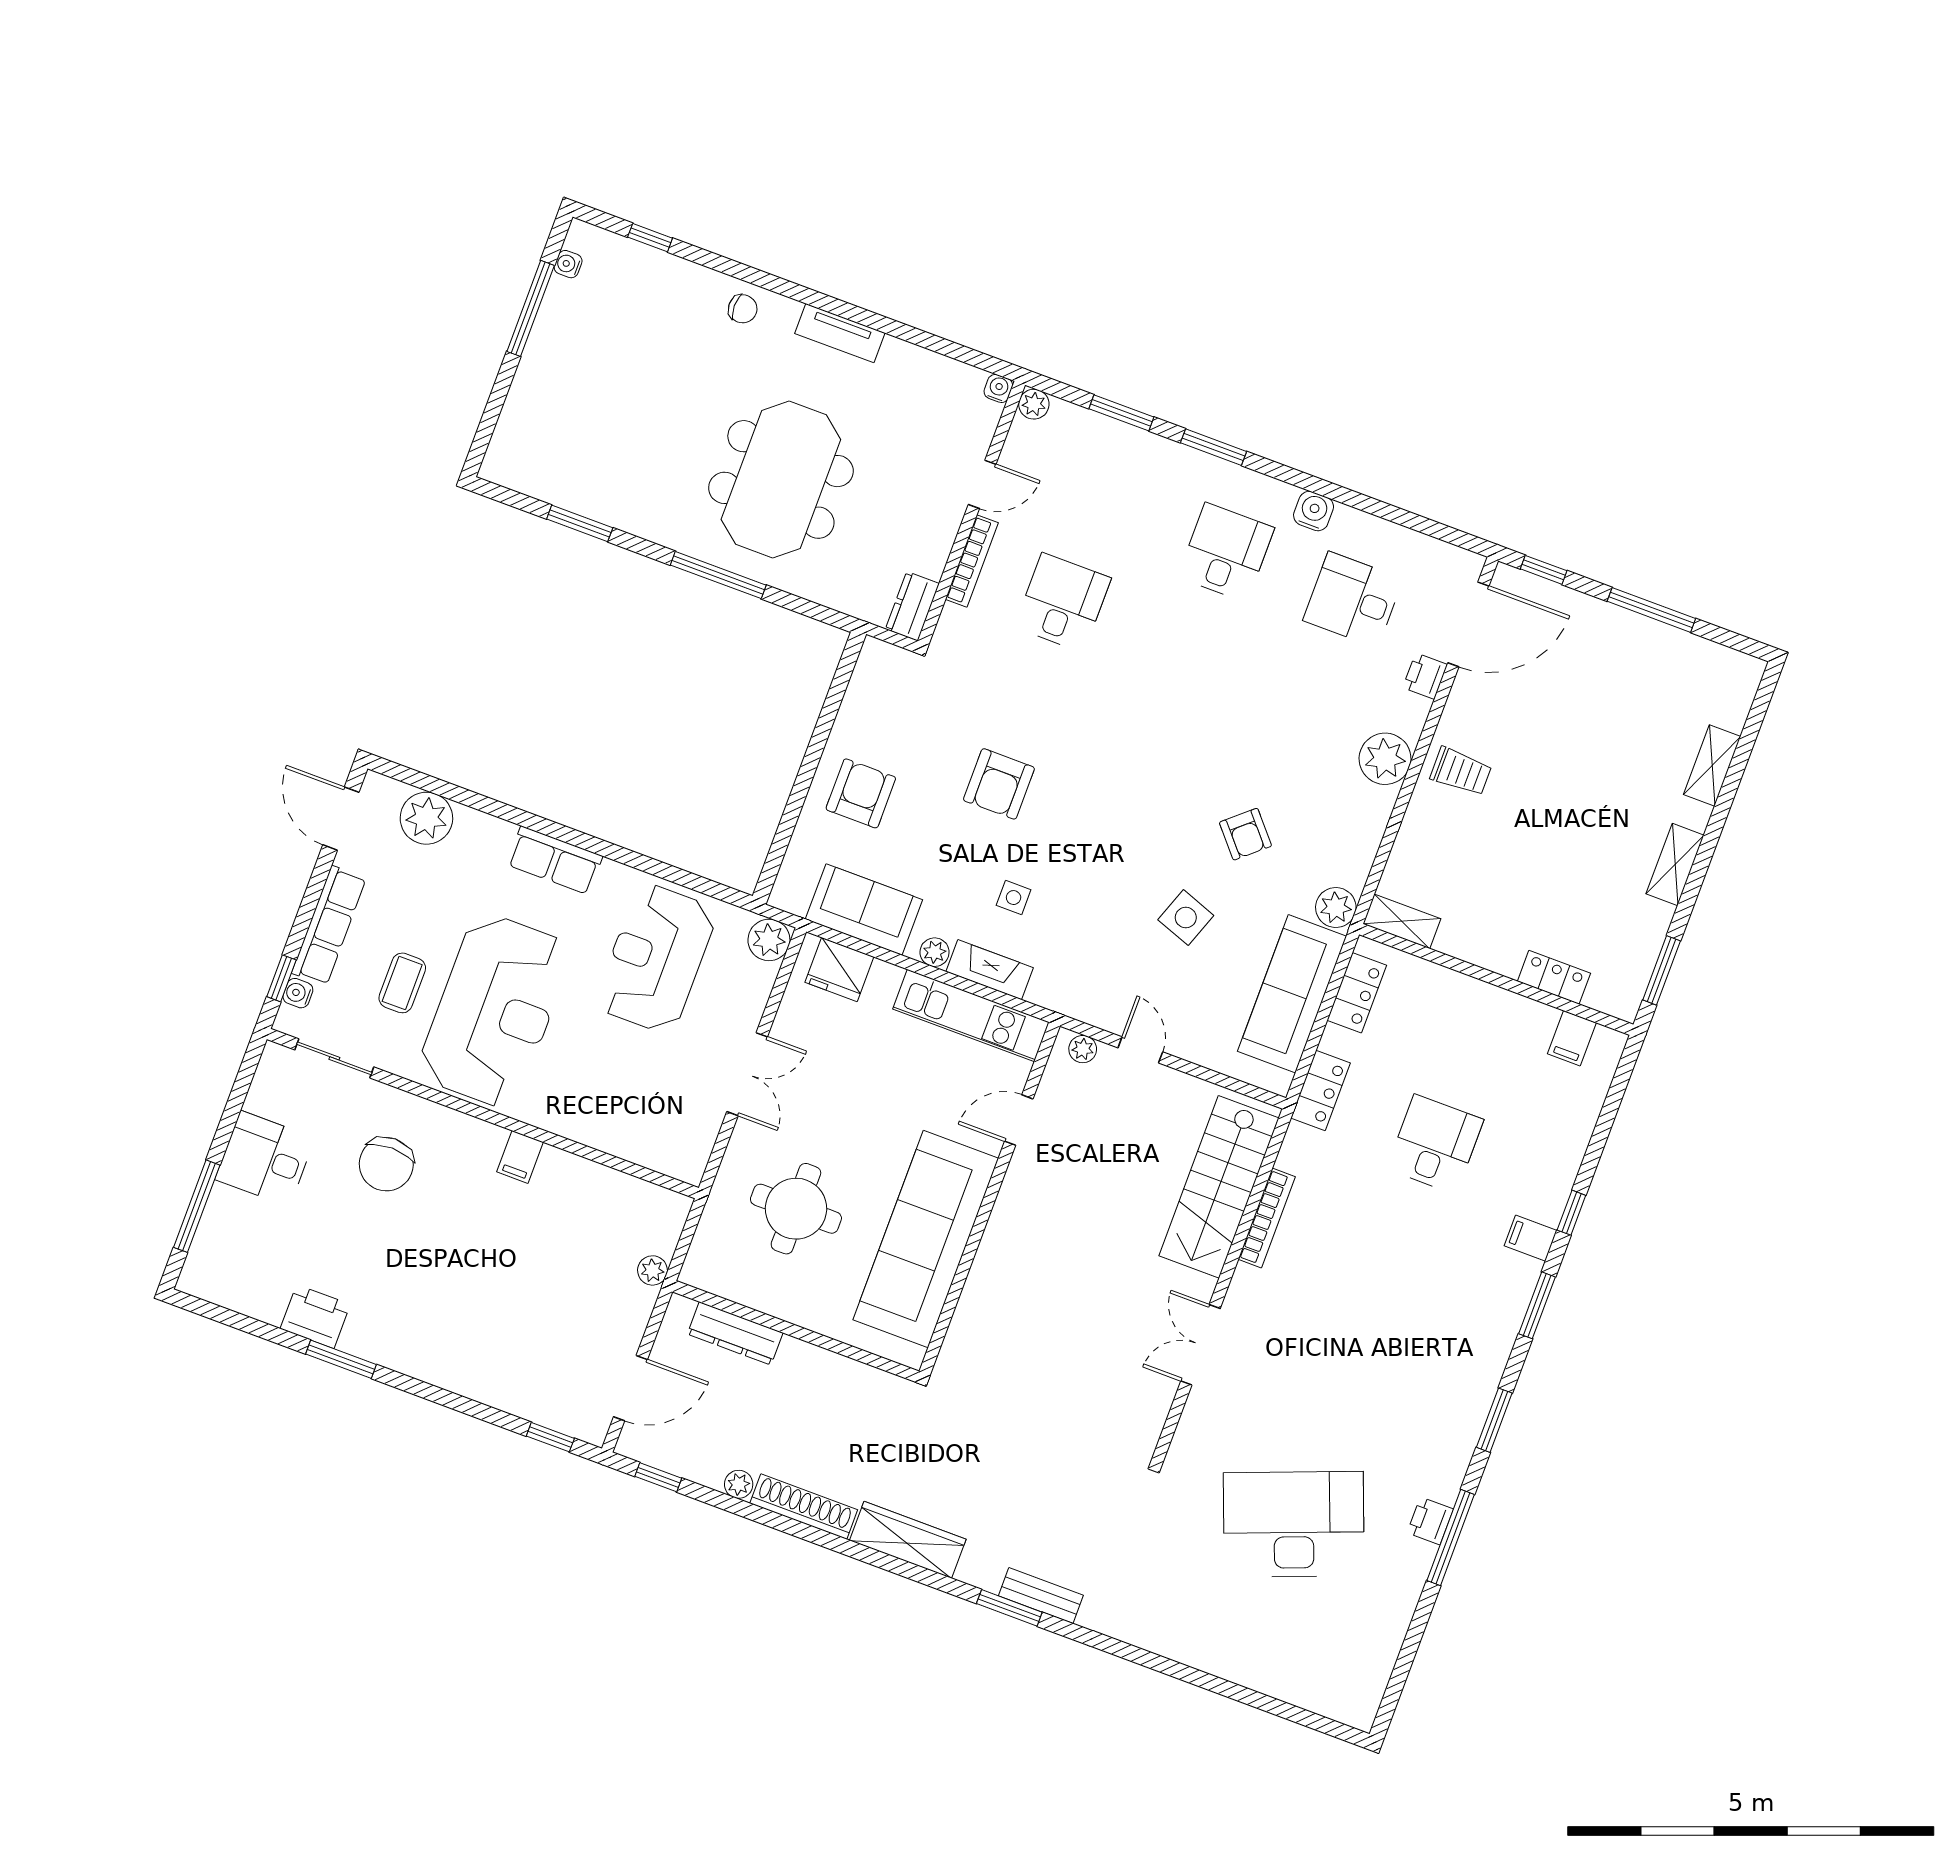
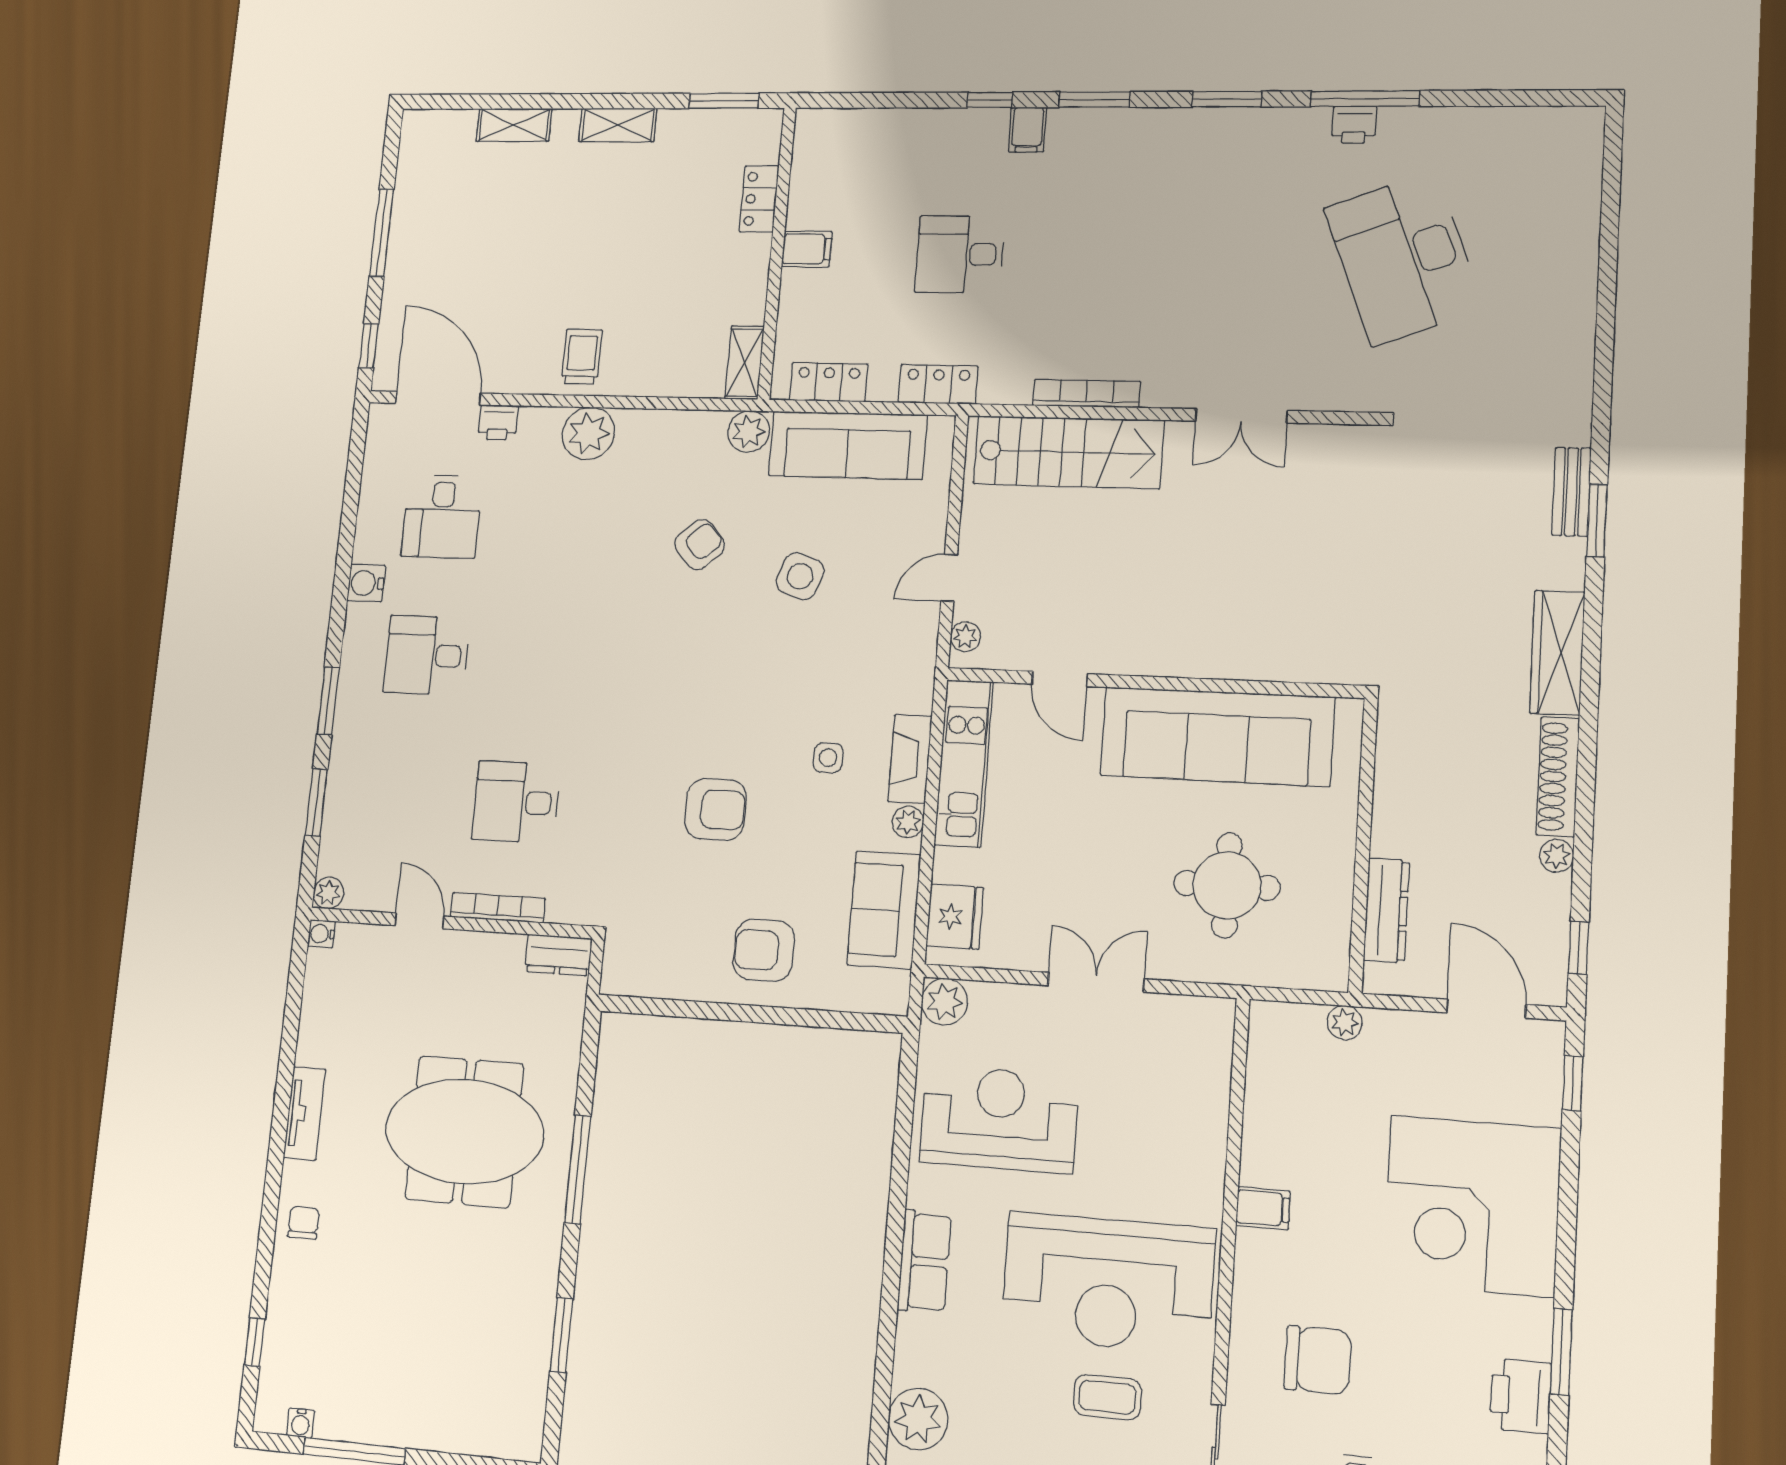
reception desk: (656, 958) -> (999, 1119), turned 180
reception desk: (495, 1011) -> (1108, 1283), turned 180
filing cabinet: (1572, 1038) -> (807, 249), moved
corner desk: (475, 1326) -> (1472, 1206), added

